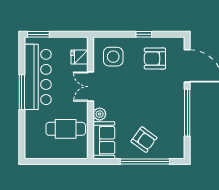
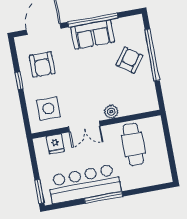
sofa: (104, 140) -> (93, 34), moved, turned 180

